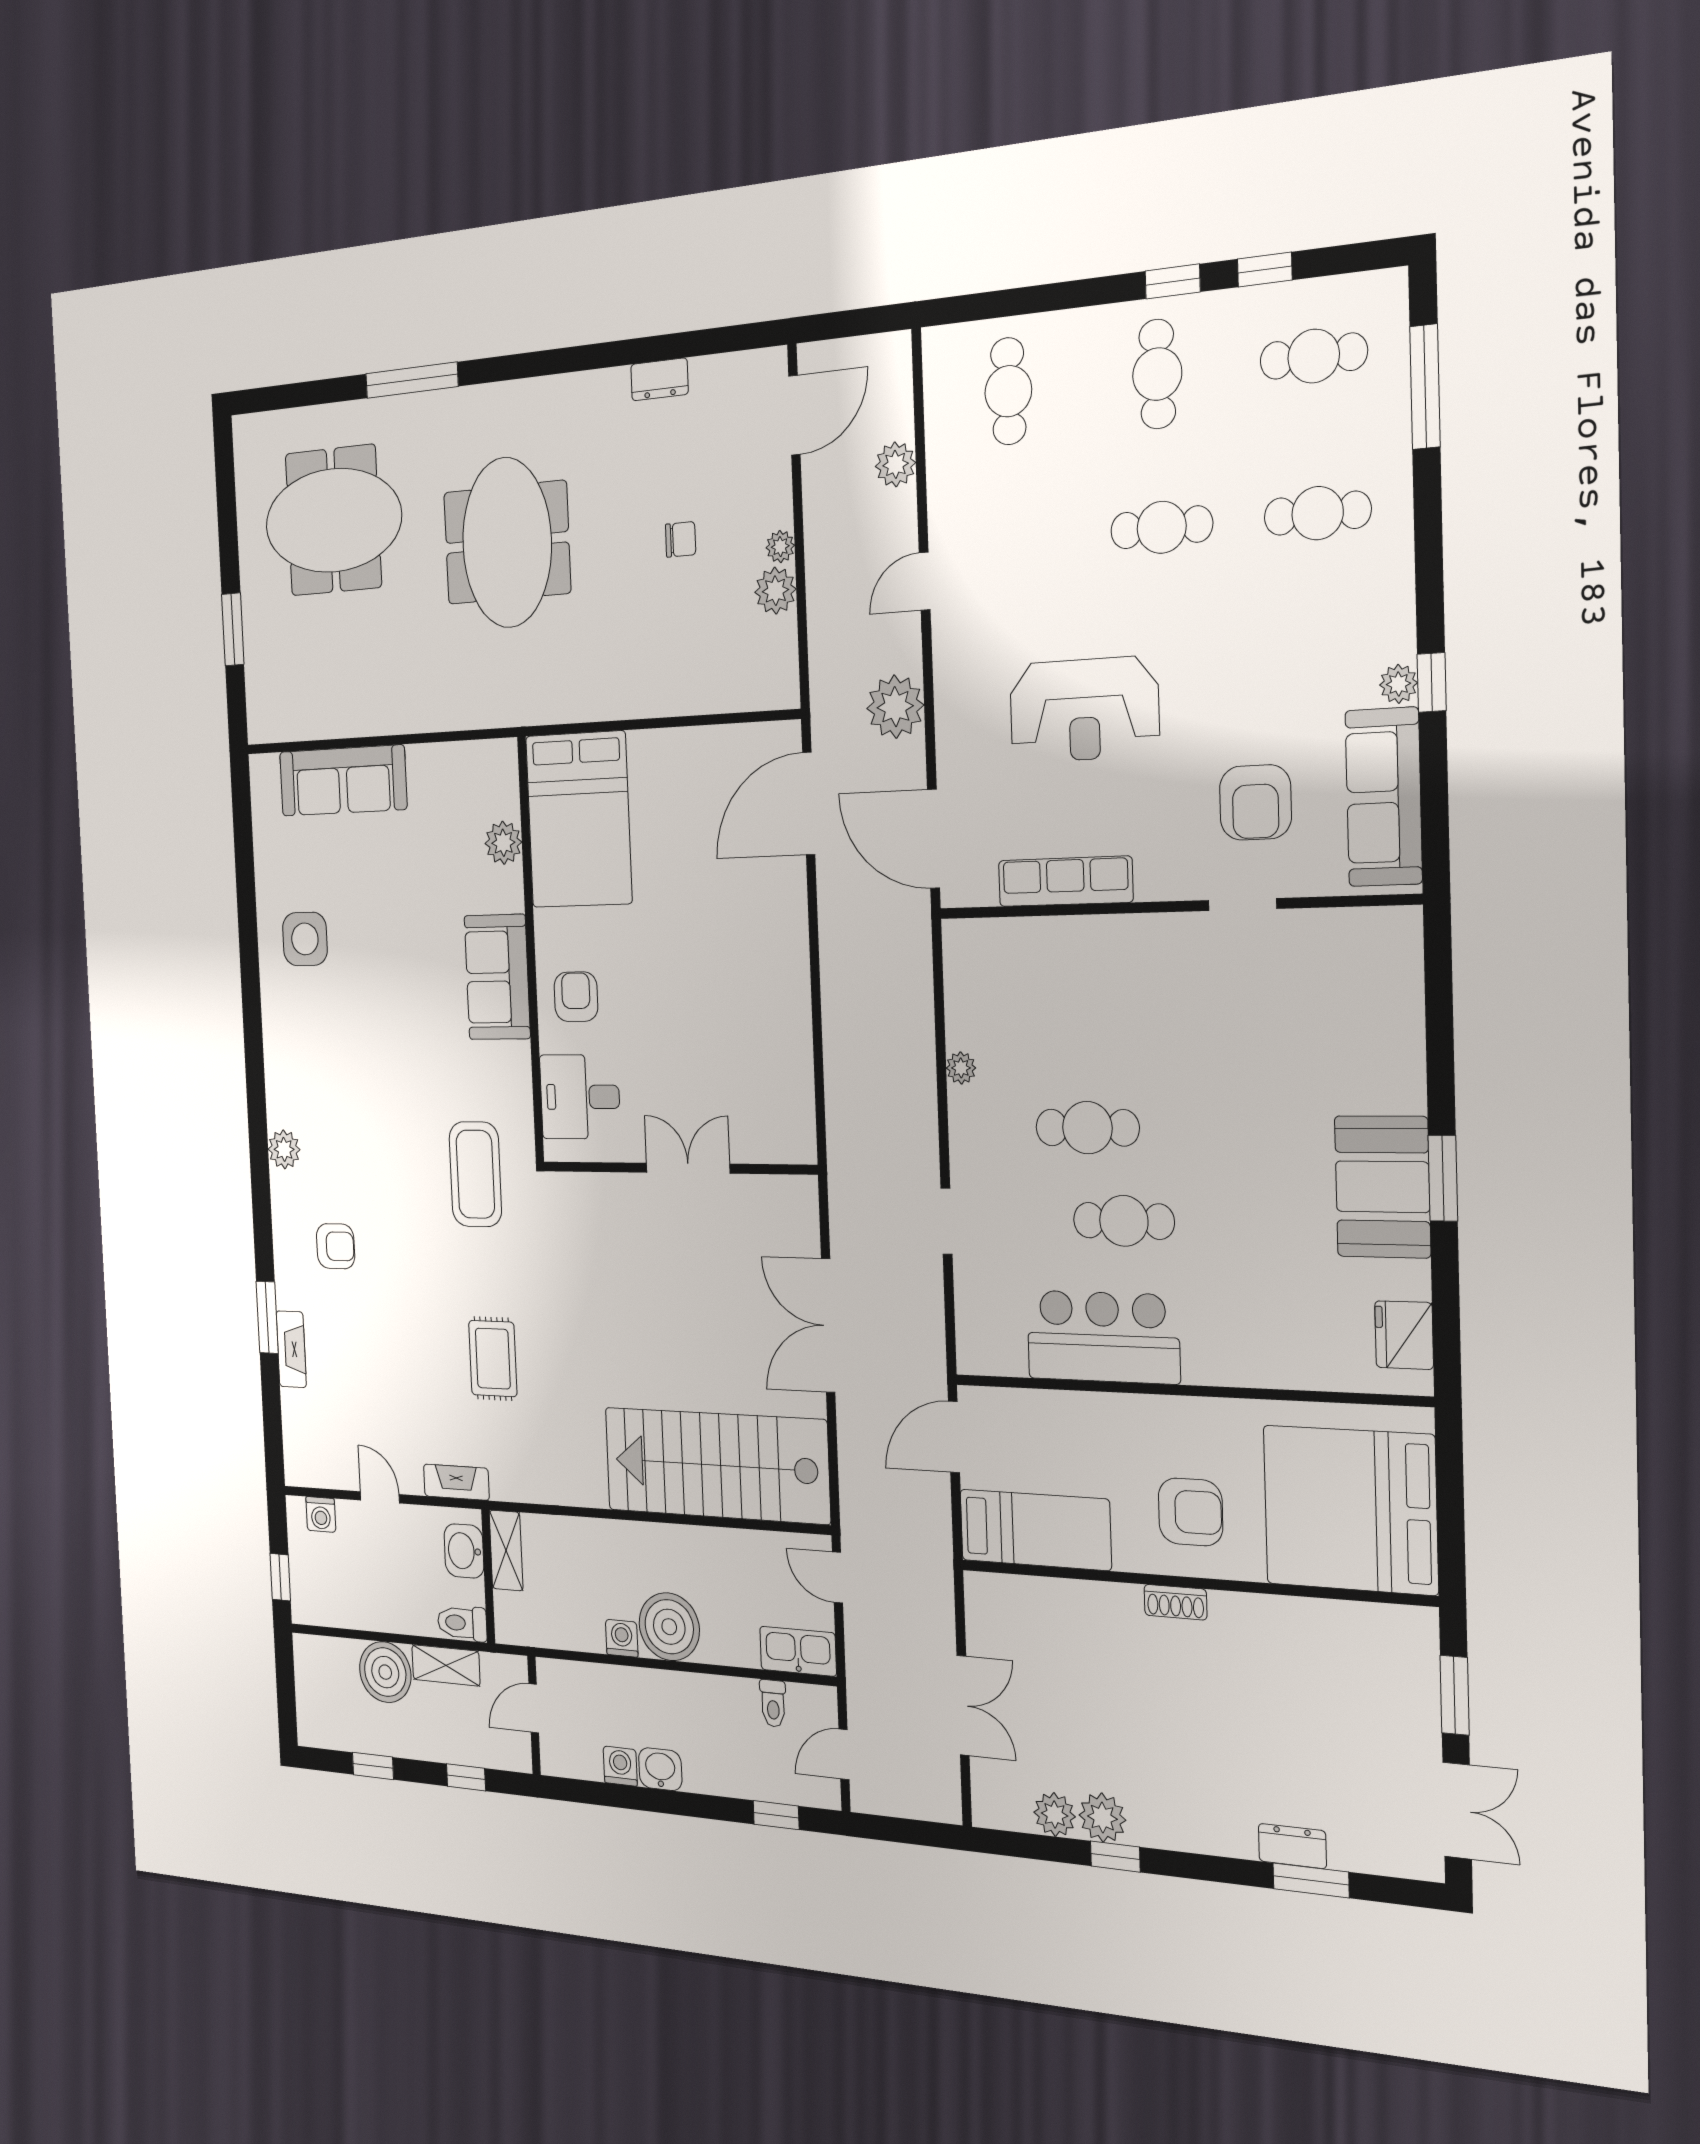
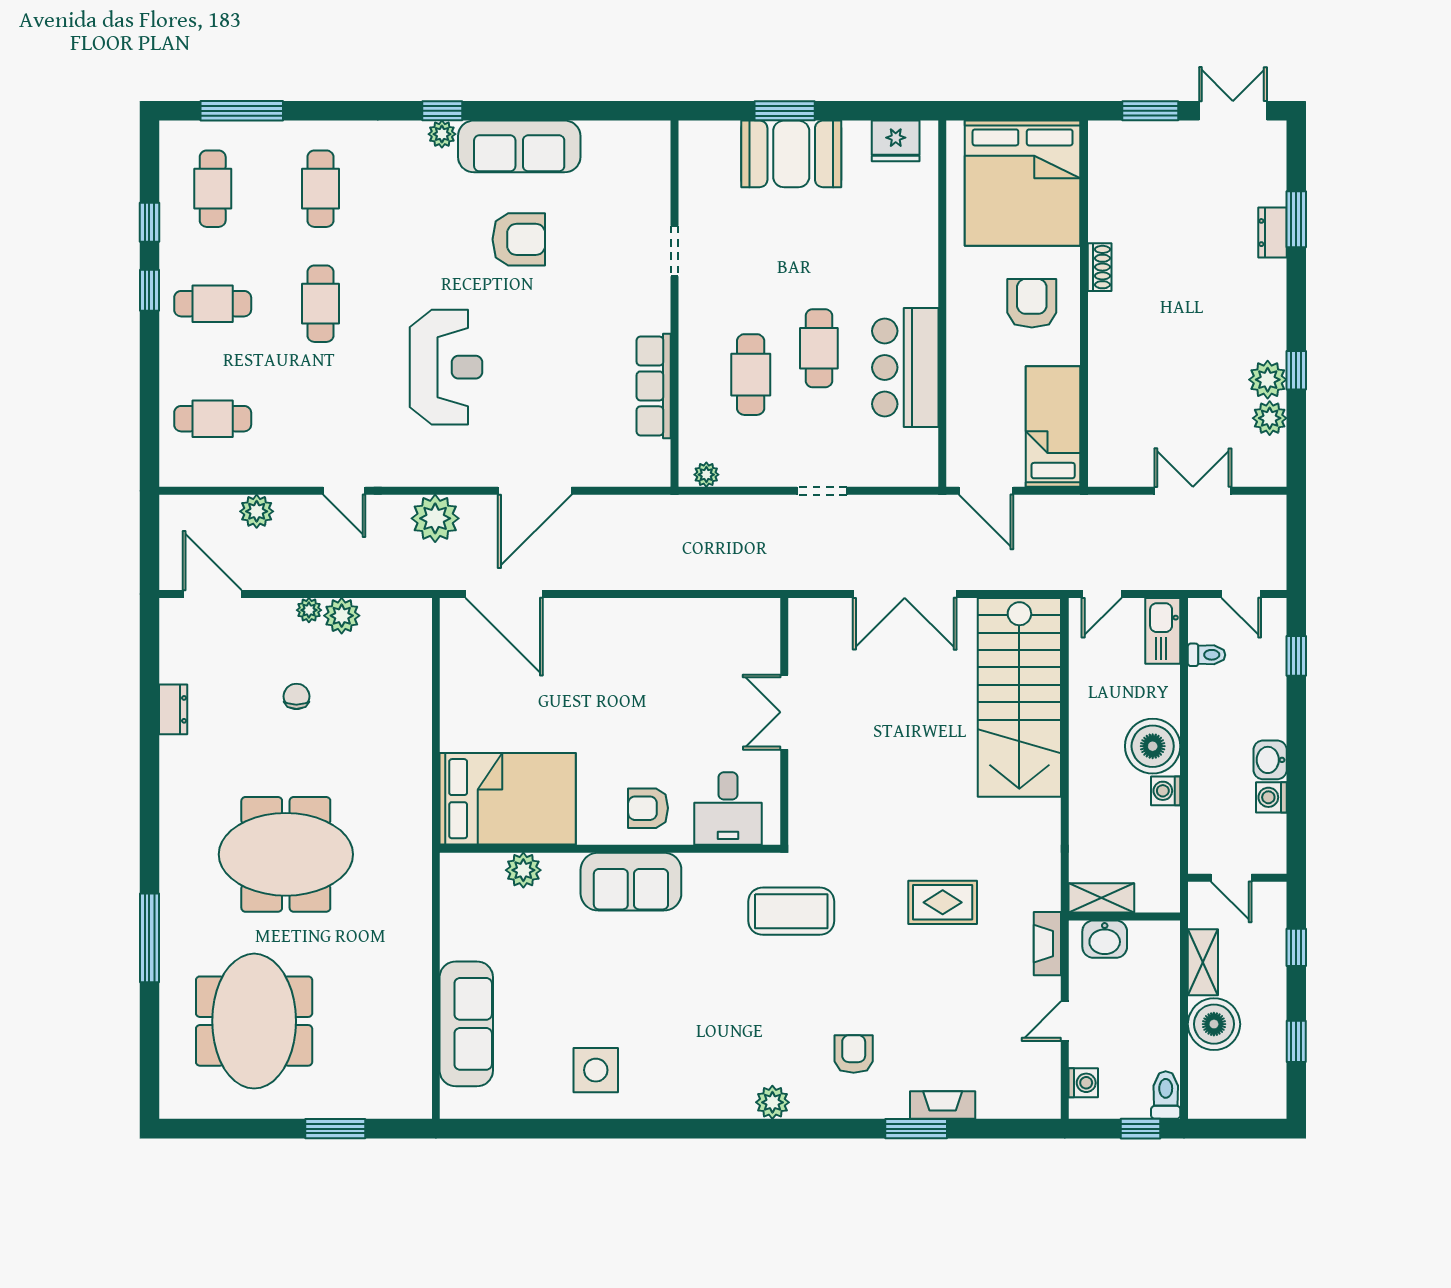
row of seats: (1065, 881) -> (654, 386), moved
doorway: (1243, 905) -> (675, 251), moved
wall: (1173, 907) -> (675, 304), moved
shoe rack: (1175, 1602) -> (1100, 267), moved
toilet: (462, 1623) -> (1166, 1095), moved, turned 180

